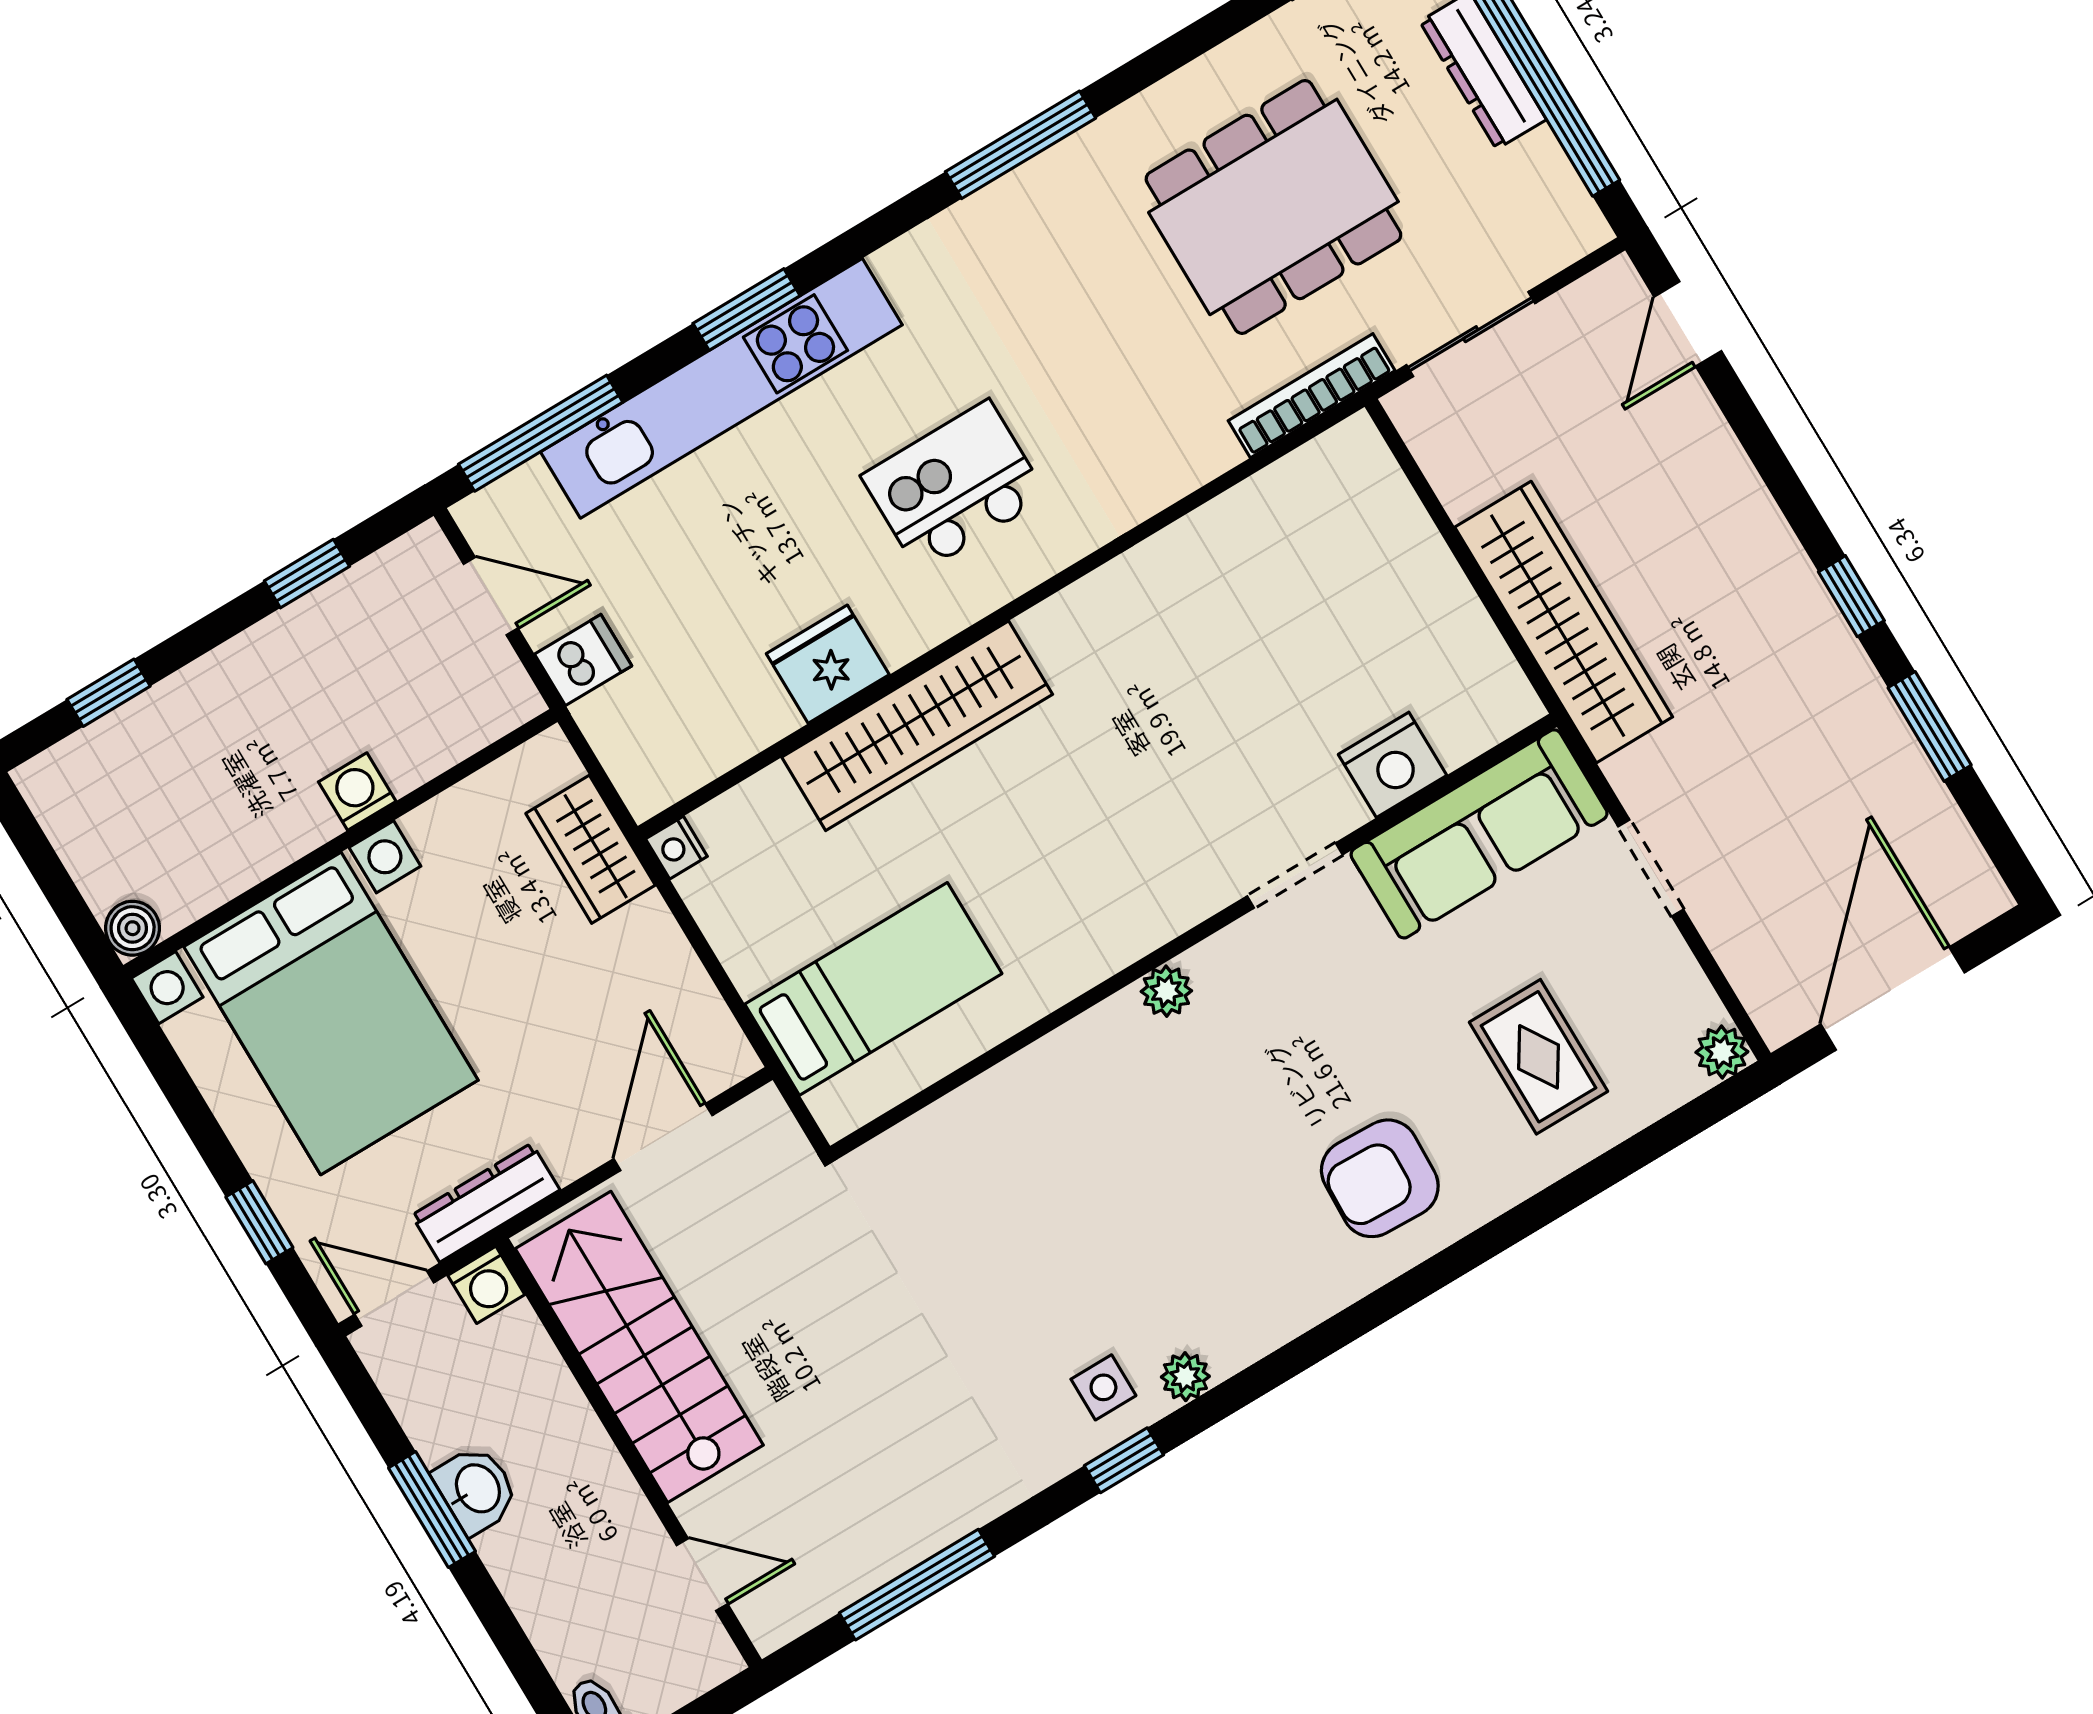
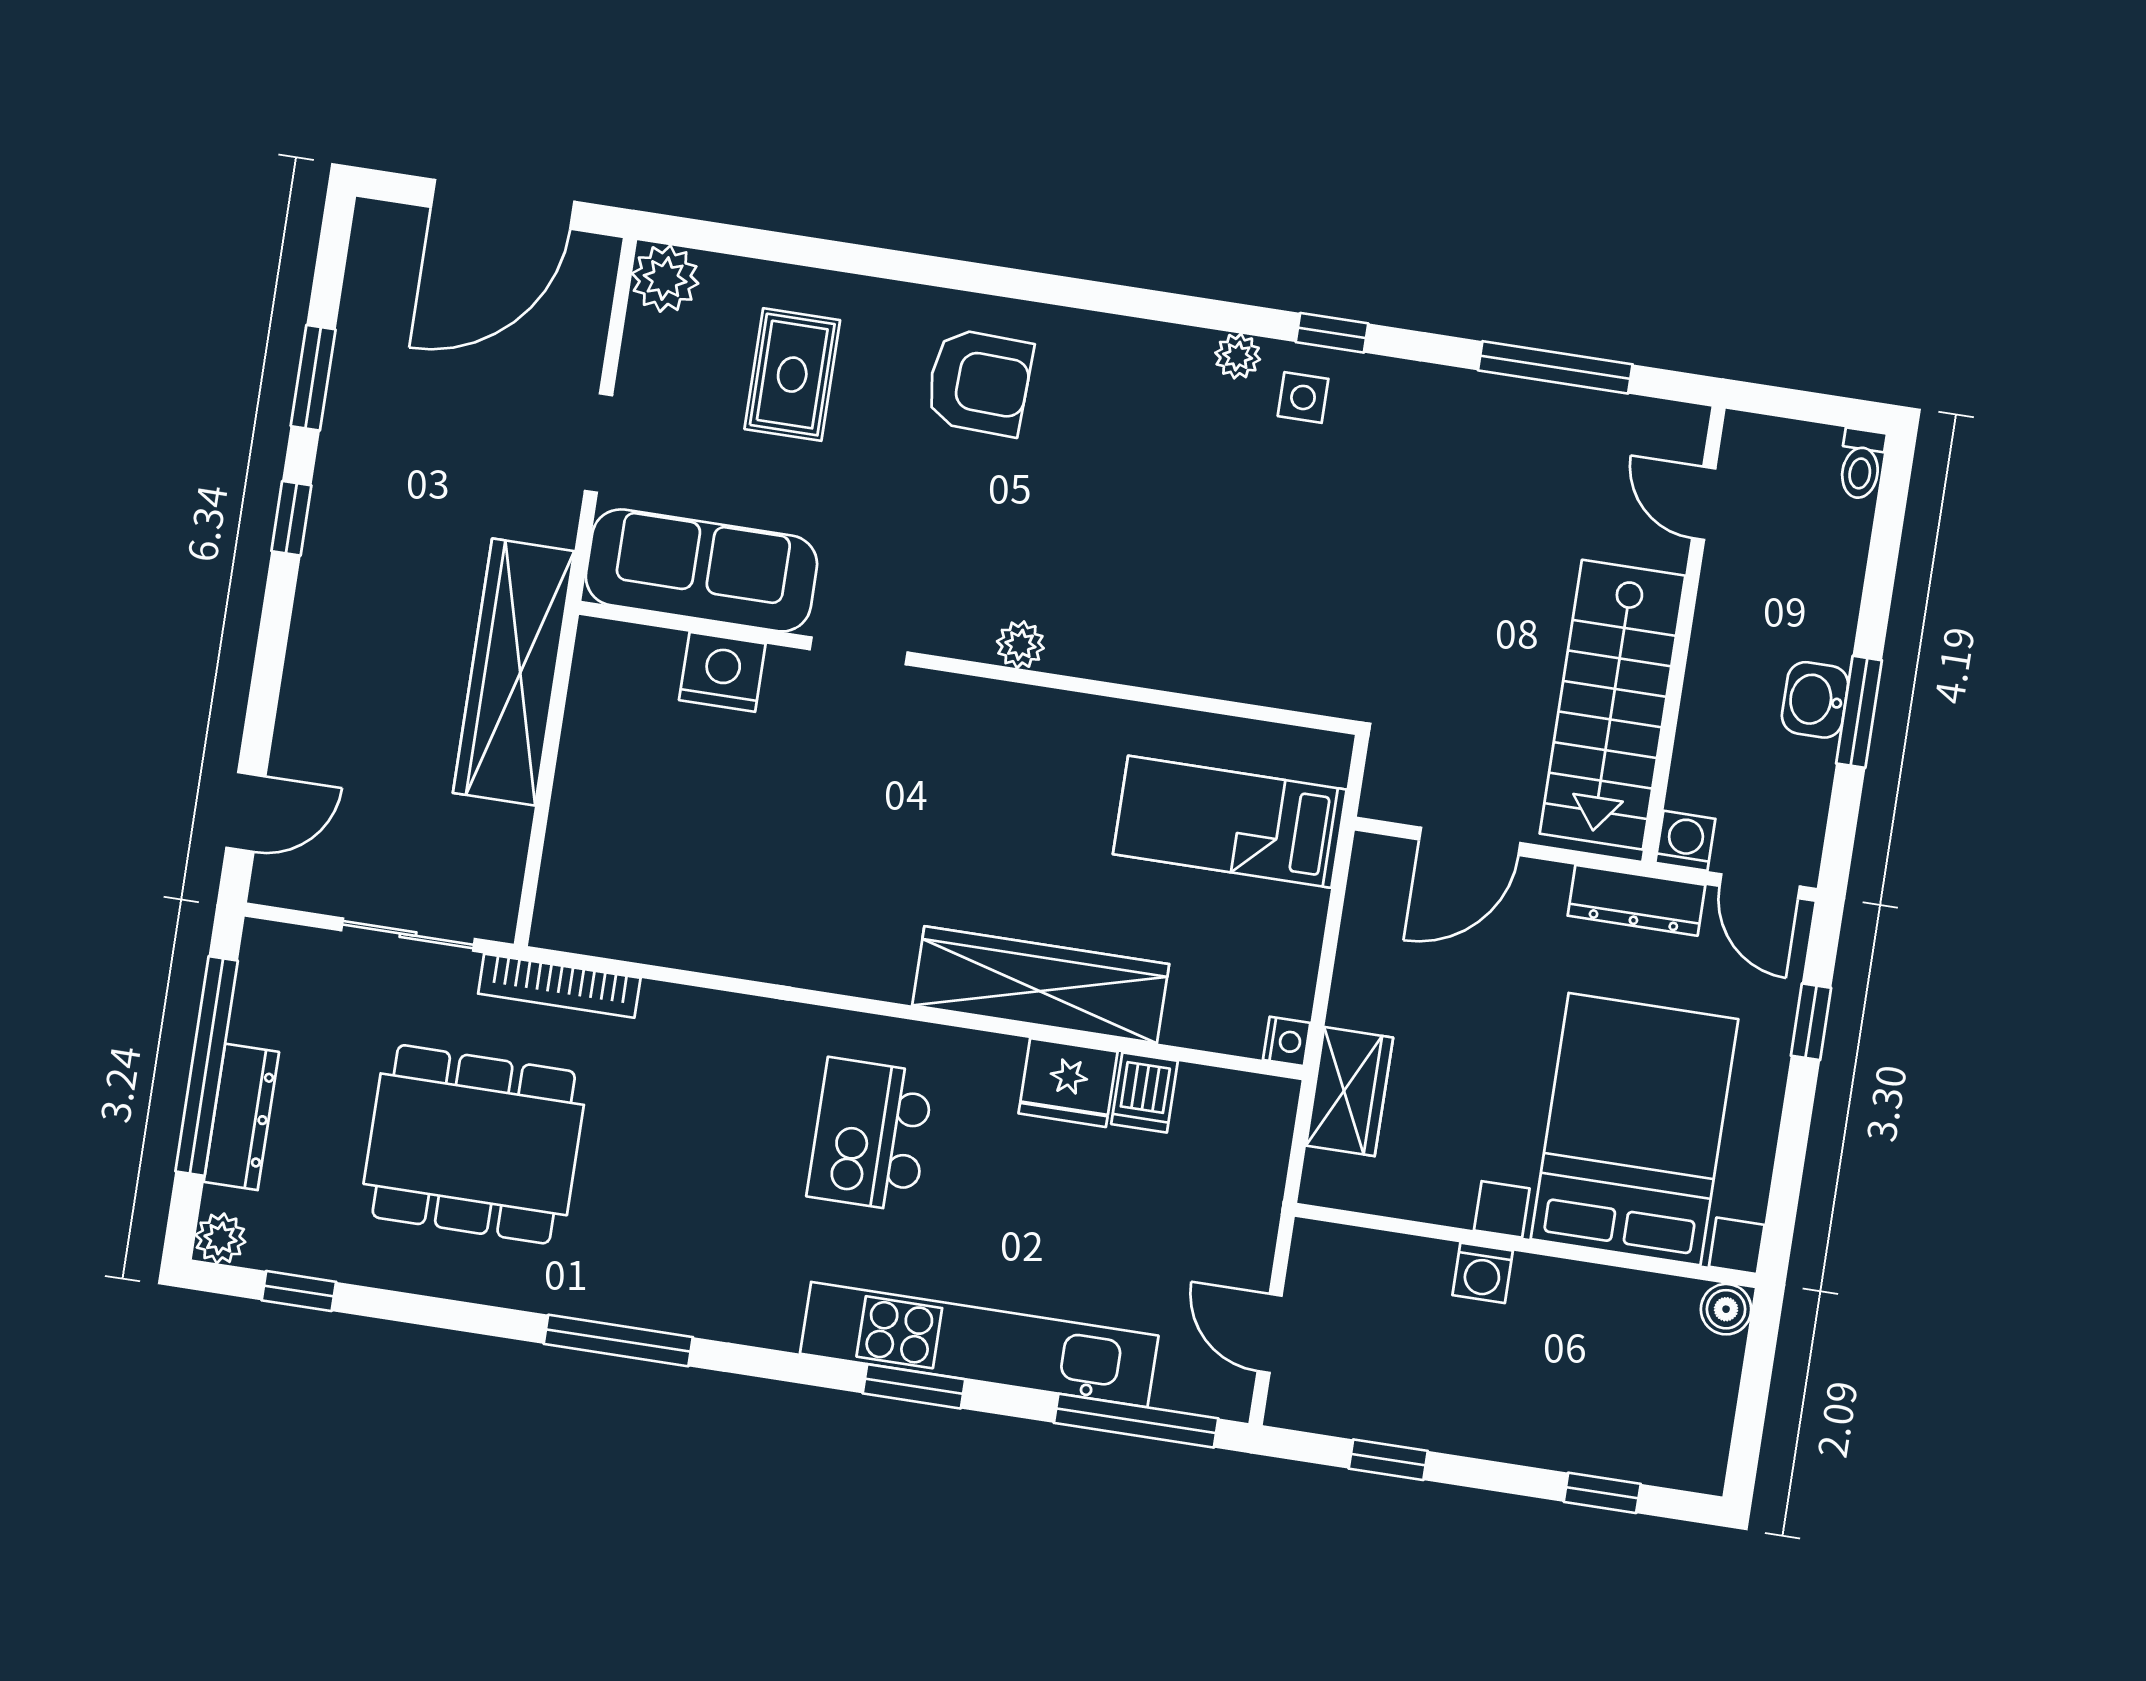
kitchen island: (954, 486) -> (871, 1135), turned 90
dishwasher: (583, 660) -> (1145, 1093), moved, turned -90
plant: (1722, 1052) -> (665, 279), width x1.38, depth x1.38

